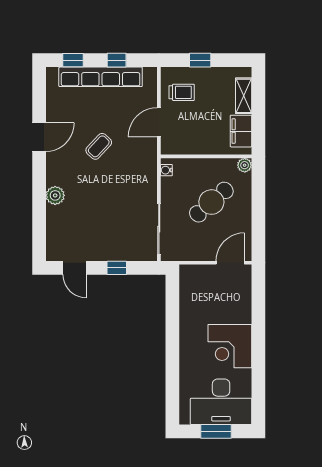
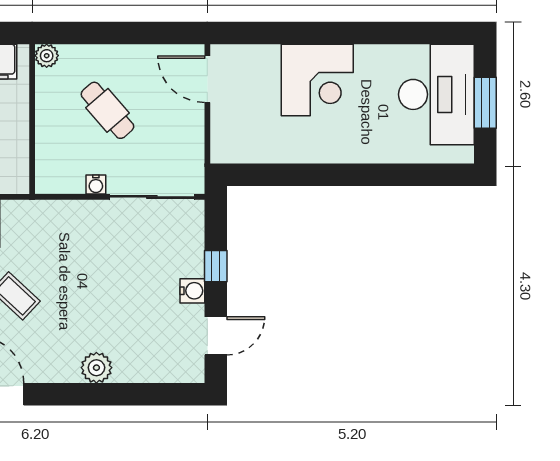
water cooler: (166, 170) -> (96, 184), moved
cafe table: (211, 202) -> (107, 110), width x0.73, depth x0.74
water cooler: (102, 254) -> (192, 291), added
corner desk: (230, 346) -> (317, 80), moved

